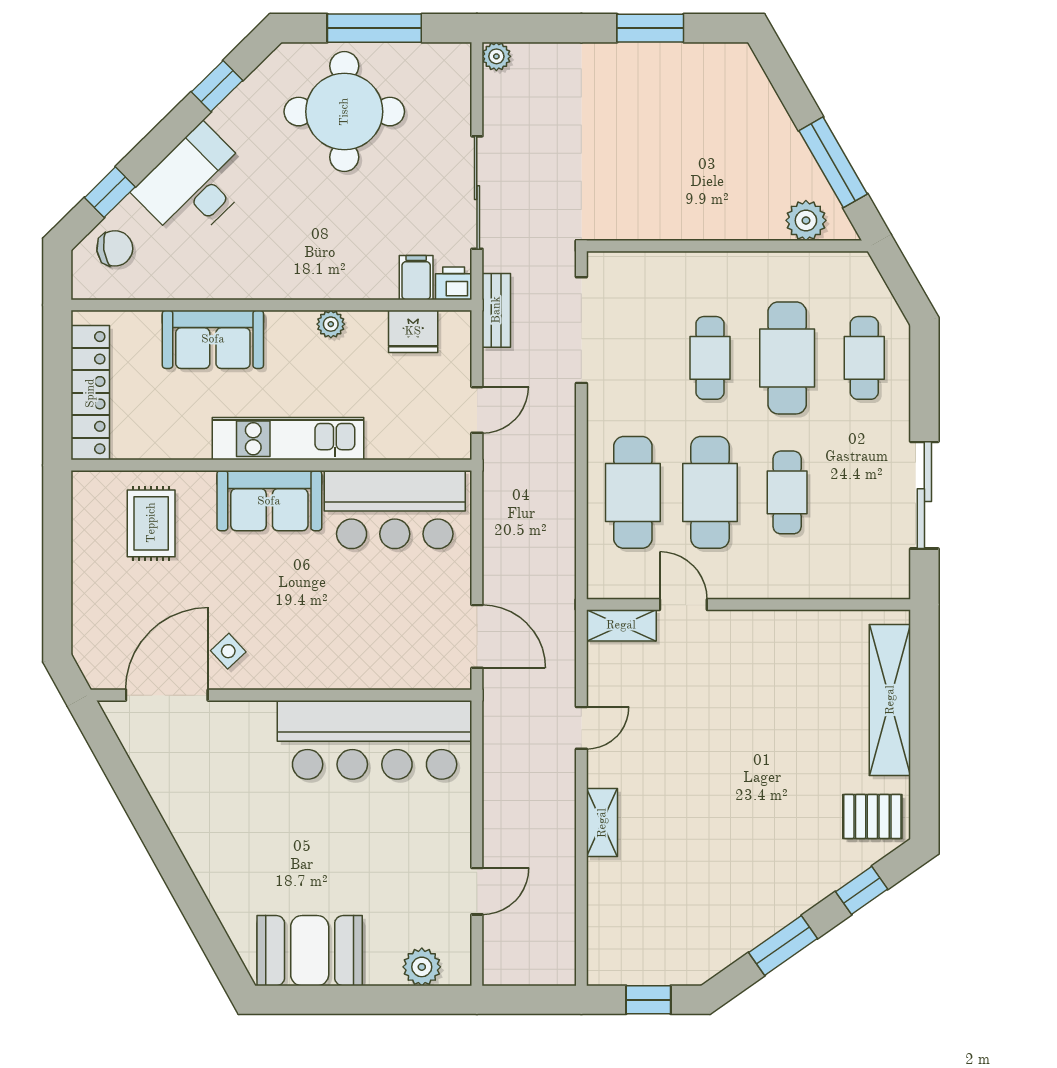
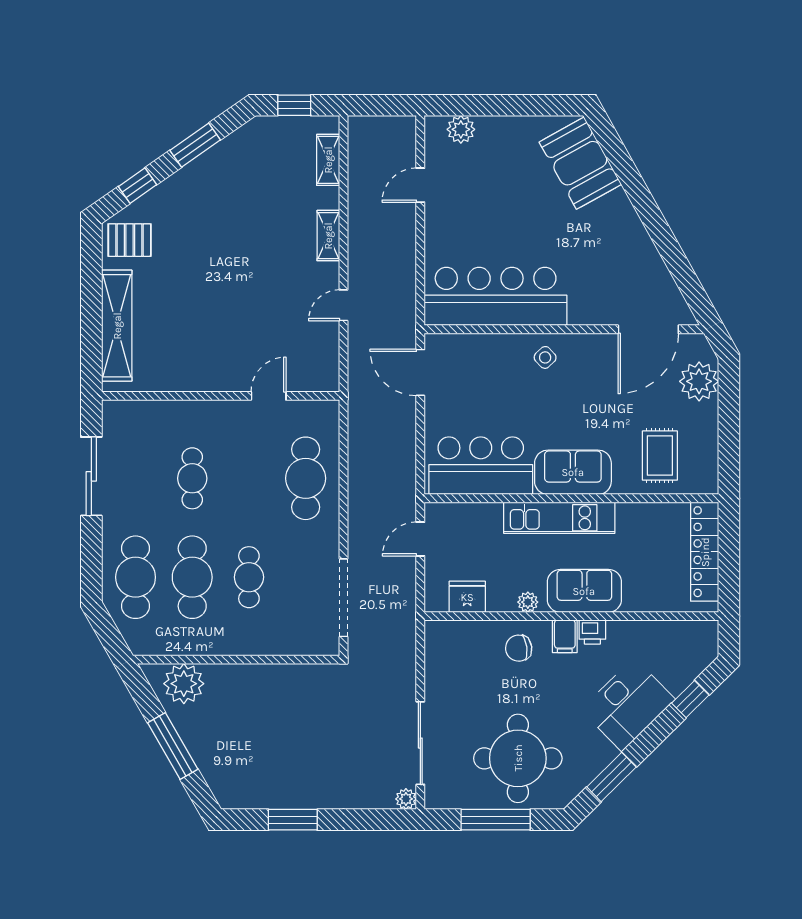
window: (217, 86) -> (611, 777), width x1.50
window: (833, 162) -> (173, 746), moved
sliding door: (477, 193) -> (420, 743), moved
plant: (806, 220) -> (184, 684), width x1.36, depth x1.36
chair: (115, 248) -> (519, 648), moved
filing cabinet: (416, 278) -> (565, 636), moved
printer: (454, 283) -> (592, 632), moved
bench: (496, 310) -> (406, 612), removed
sofa: (213, 339) -> (584, 591), moved
cafe table: (864, 358) -> (136, 577), width x1.37, depth x1.35
cafe table: (710, 492) -> (249, 478), removed
door: (683, 605) -> (269, 396), swing flipped
plant: (98, 624) -> (699, 381), added
shelving: (621, 625) -> (328, 160), moved, turned 90
side table: (228, 651) -> (545, 357), moved
booth: (310, 951) -> (580, 163), moved, turned 61

